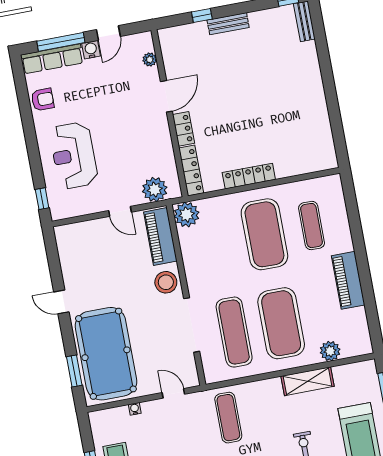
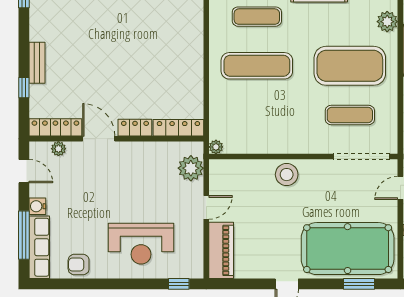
door: (108, 33) -> (24, 171), moved
armchair: (43, 99) -> (79, 265), turned -90
locker: (249, 176) -> (55, 127), moved, turned 90
plant: (187, 215) -> (216, 147), width x0.53, depth x0.53
exercise mat: (264, 234) -> (257, 66), width x0.68
piano: (160, 237) -> (221, 250), moved, turned -90
doorway: (192, 325) -> (361, 157), moved
exercise mat: (234, 332) -> (350, 115), width x0.73, depth x0.69

